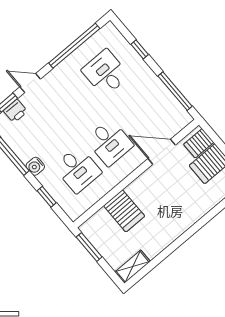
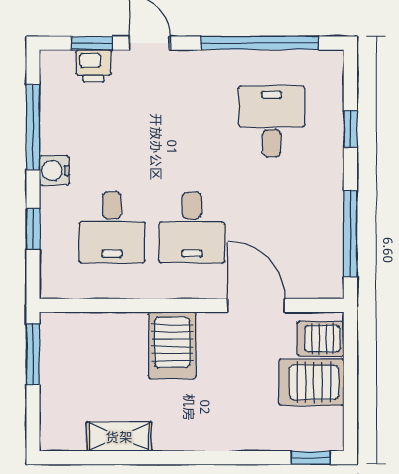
server rack: (124, 211) -> (172, 345), moved
shelving: (133, 267) -> (119, 437), moved

